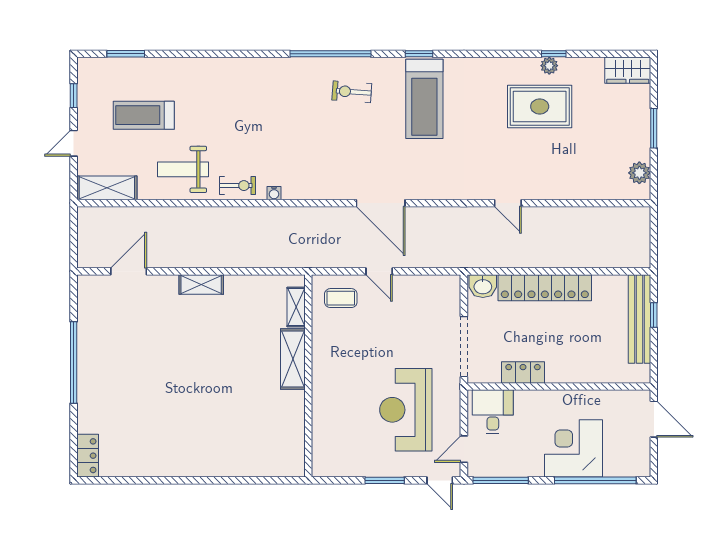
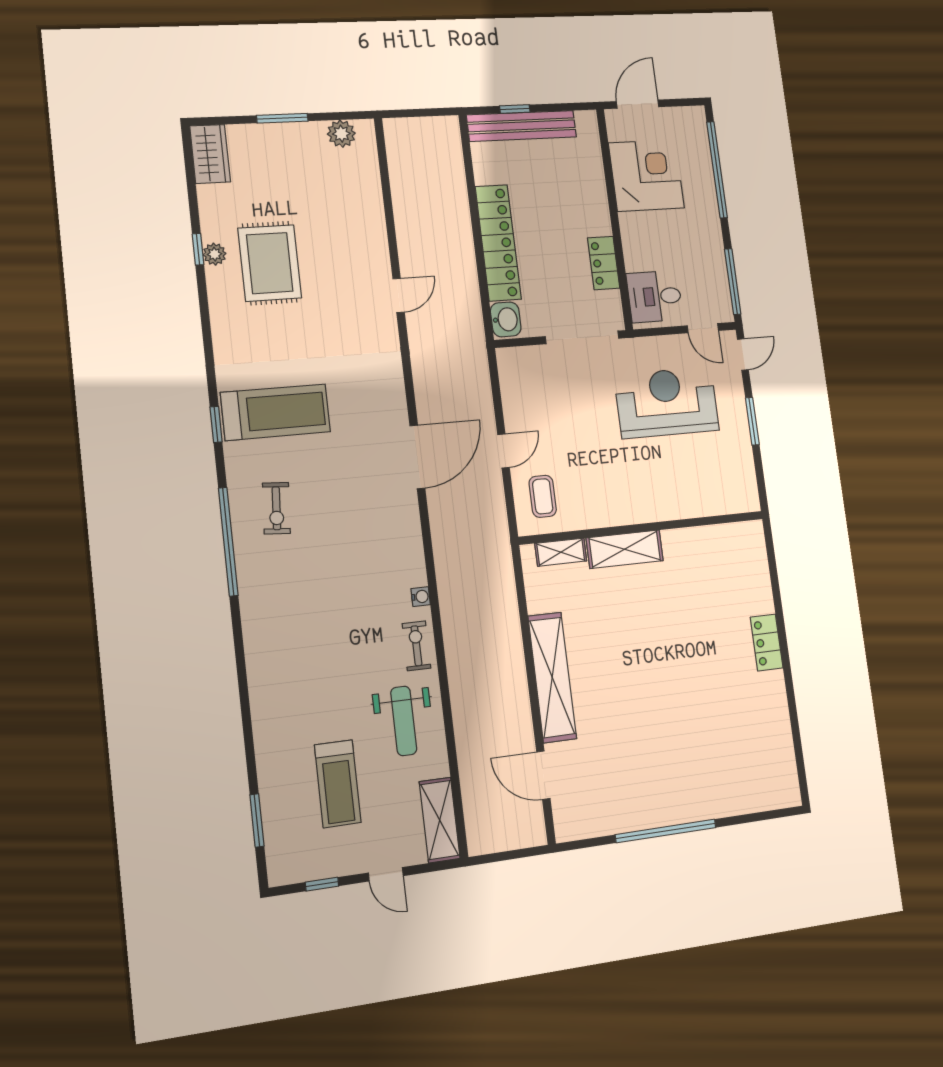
shelving: (201, 284) -> (552, 677), width x2.20, depth x1.33
reception desk: (406, 410) -> (667, 403), turned 180
corner desk: (574, 448) -> (646, 176), moved, turned 180
locker: (88, 456) -> (767, 642), moved, turned -90

